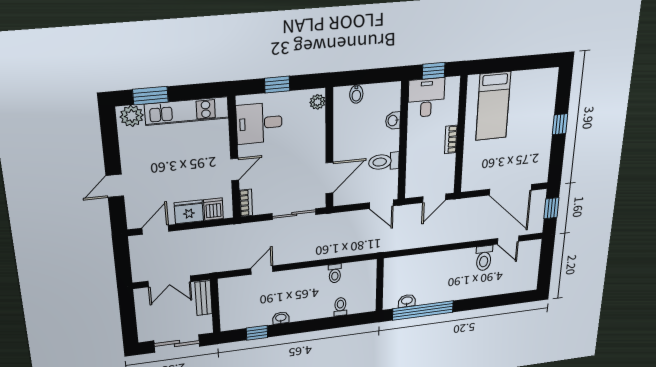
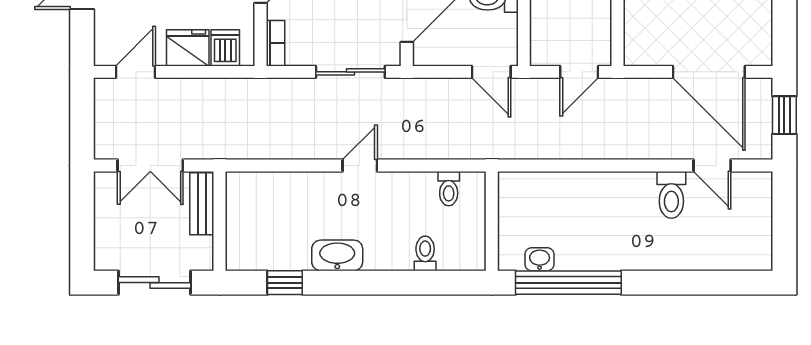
door: (262, 270) -> (360, 166), moved
toilet: (335, 273) -> (449, 189), moved
washbasin: (281, 318) -> (337, 255), width x1.91, depth x1.45

